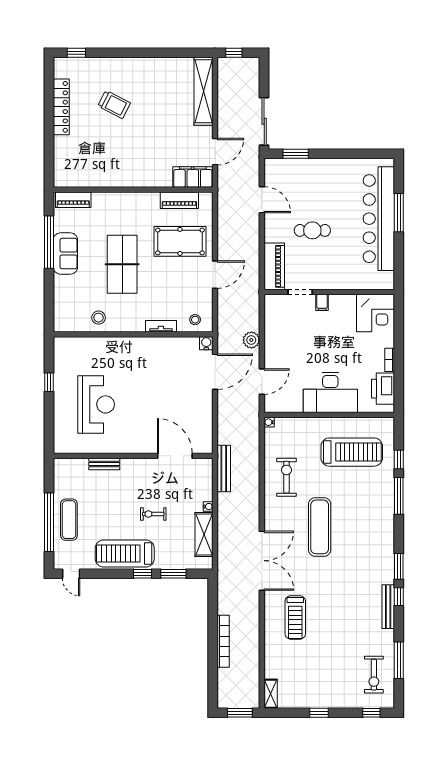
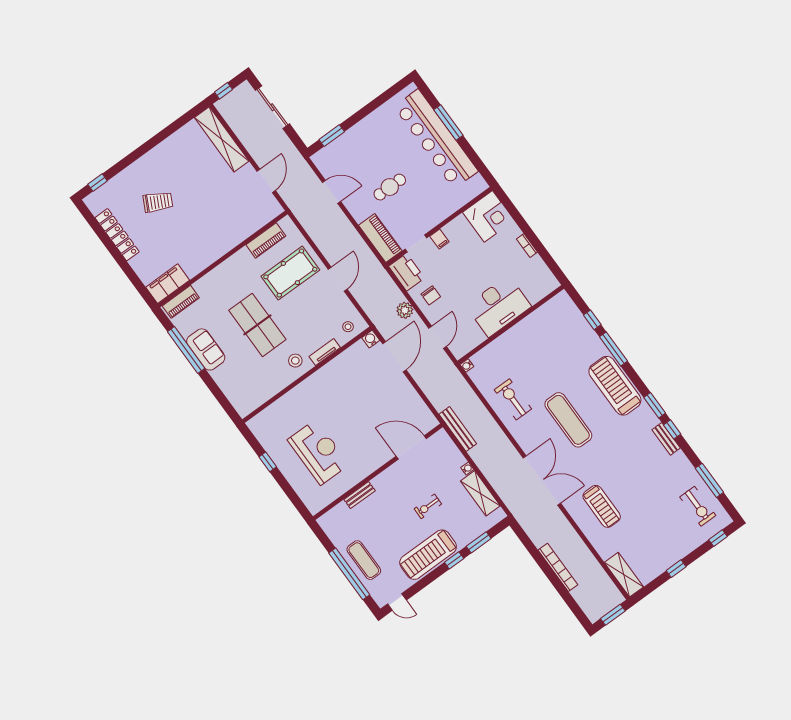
sliding door: (264, 121) -> (272, 107), moved
filing cabinet: (193, 177) -> (168, 284), moved
stool: (99, 318) -> (295, 361), moved
chair: (281, 343) -> (431, 295), added
printer: (383, 389) -> (407, 272), moved, turned 180
treadmill: (352, 452) -> (615, 386), moved, turned -90
bench: (388, 607) -> (666, 439), width x0.73
shelving: (271, 694) -> (624, 575), width x1.50, depth x1.33

